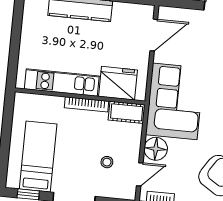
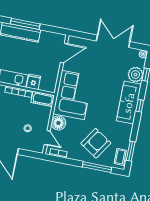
fridge: (118, 83) -> (34, 82), width x0.53, depth x0.75
door: (140, 174) -> (47, 138), hinge flipped

